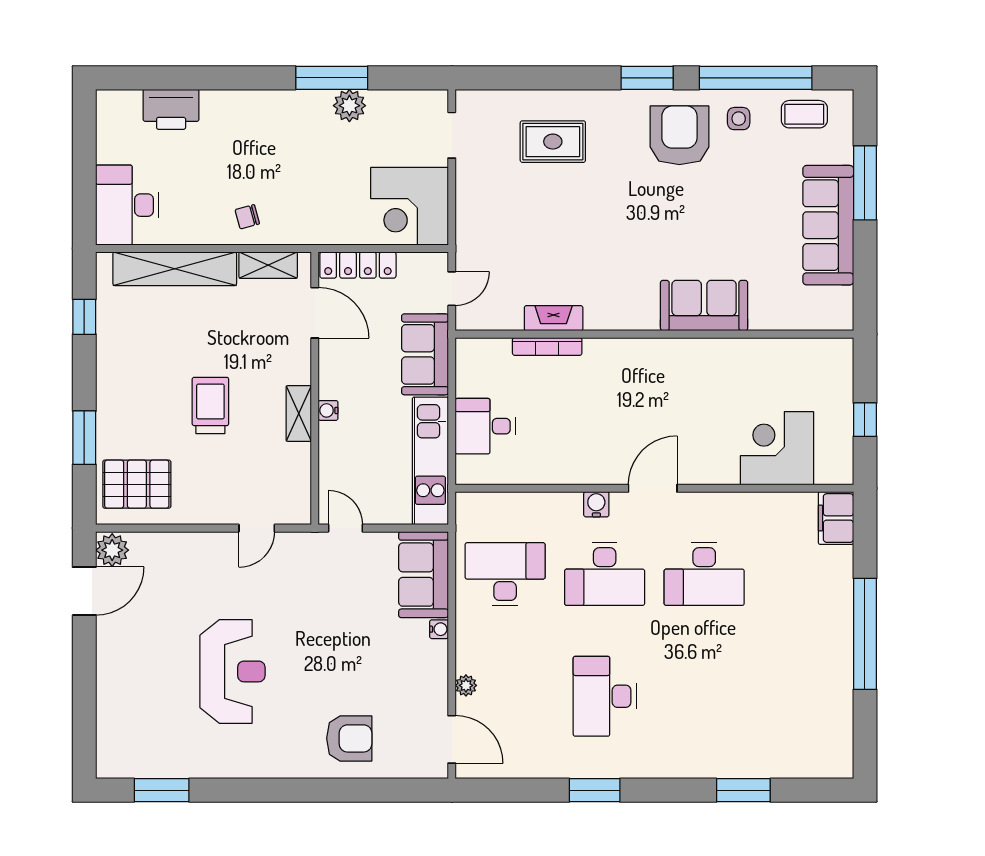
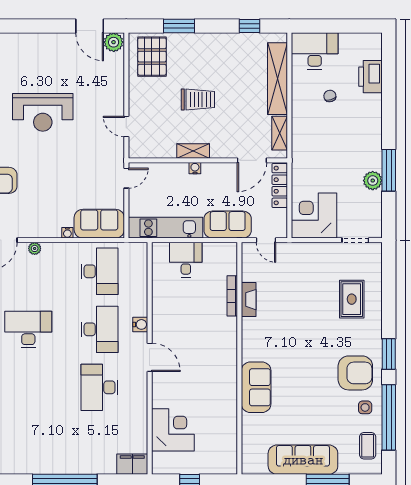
chair: (247, 217) -> (330, 96), moved
desk: (605, 574) -> (100, 329), turned 180

